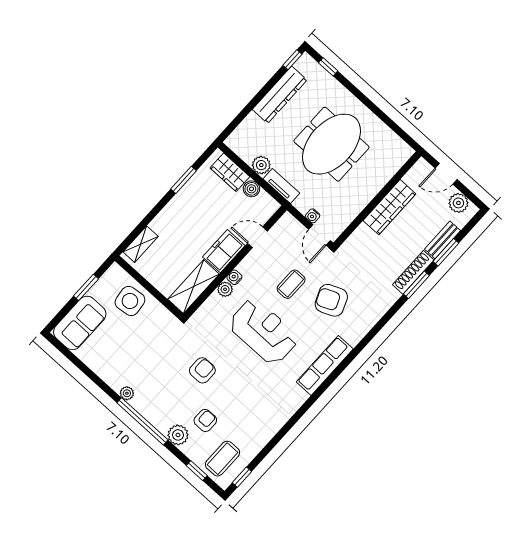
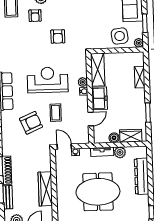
dresser: (280, 95) -> (142, 176), moved
meeting table: (331, 144) -> (98, 192), turned 90
shelving: (141, 244) -> (140, 77), moved
plant: (115, 271) -> (139, 43), added
reception desk: (263, 331) -> (48, 80), turned 180

